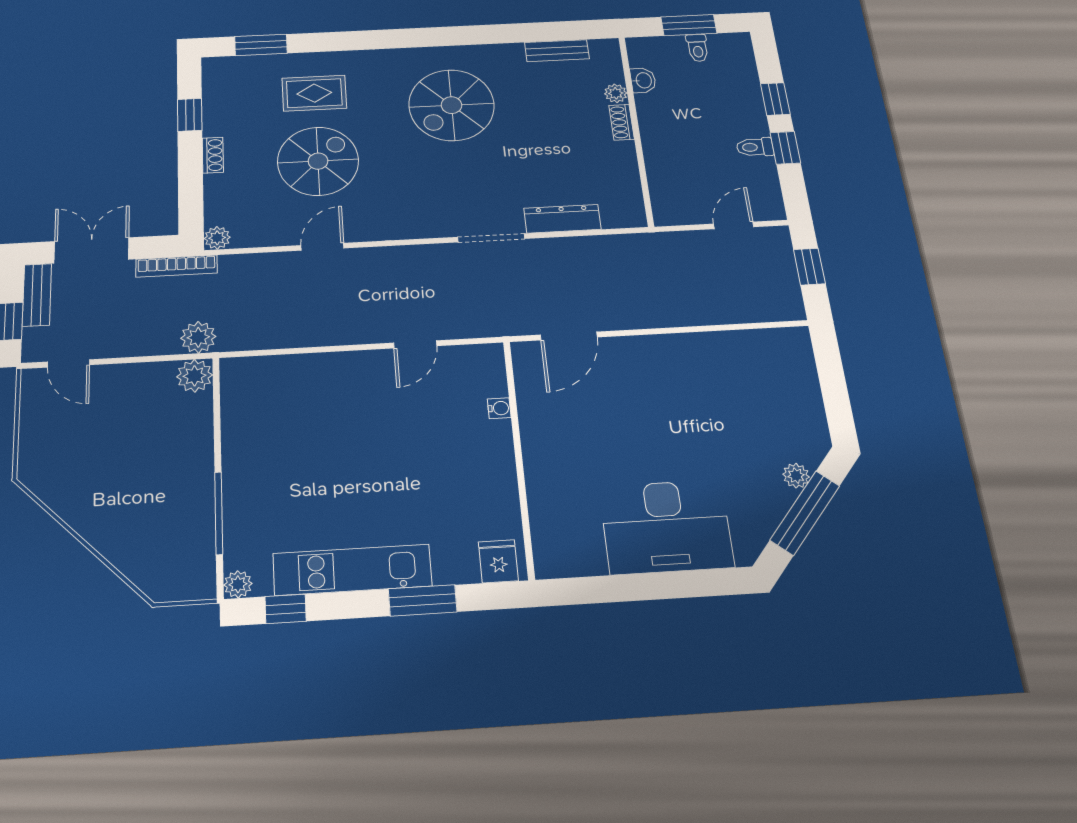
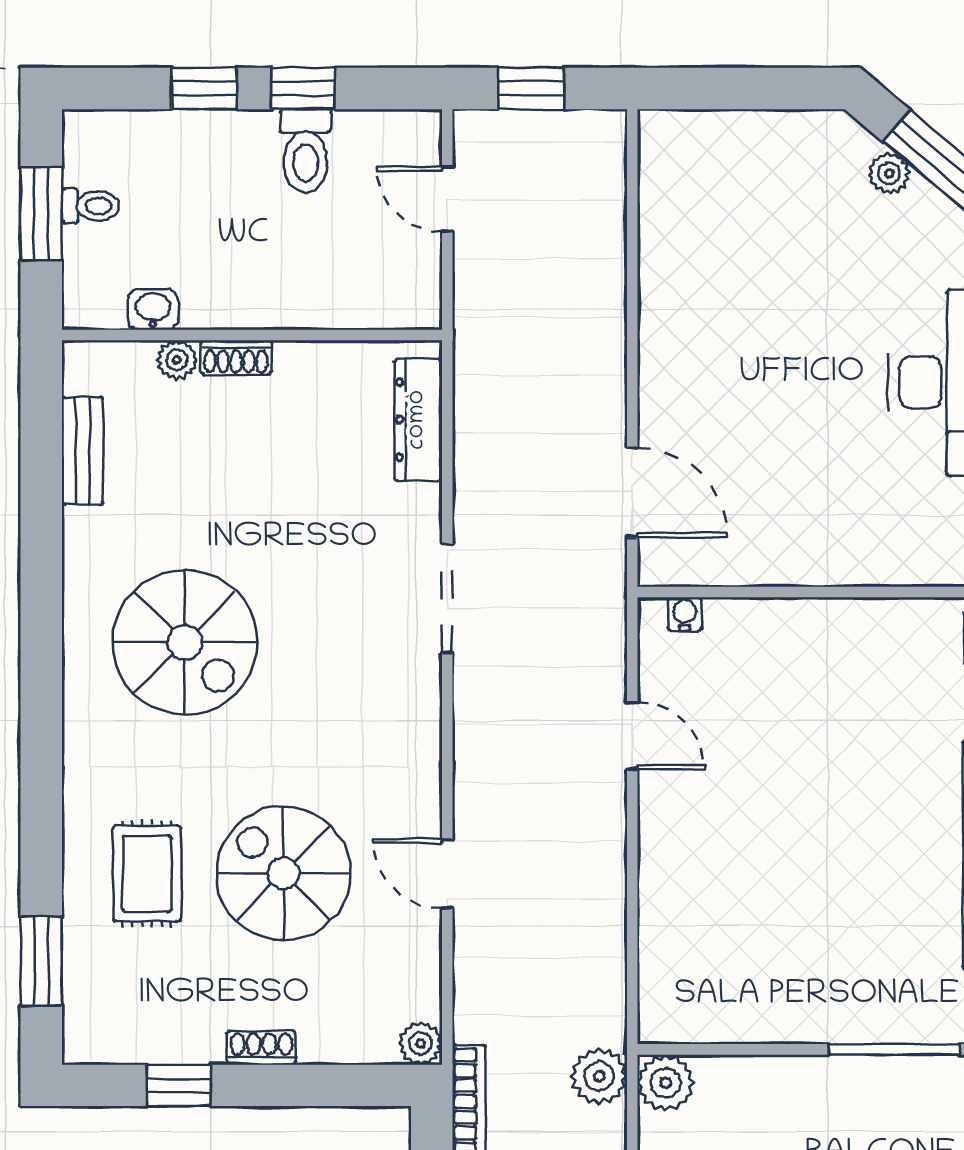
toilet: (755, 147) -> (306, 151), width x1.37, depth x1.39
dresser: (562, 219) -> (418, 420), moved
water cooler: (499, 408) -> (685, 614), moved

